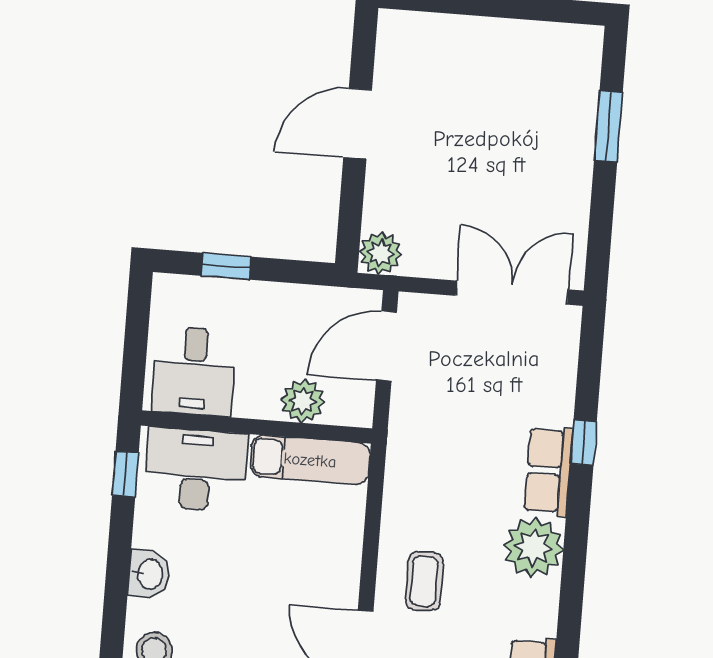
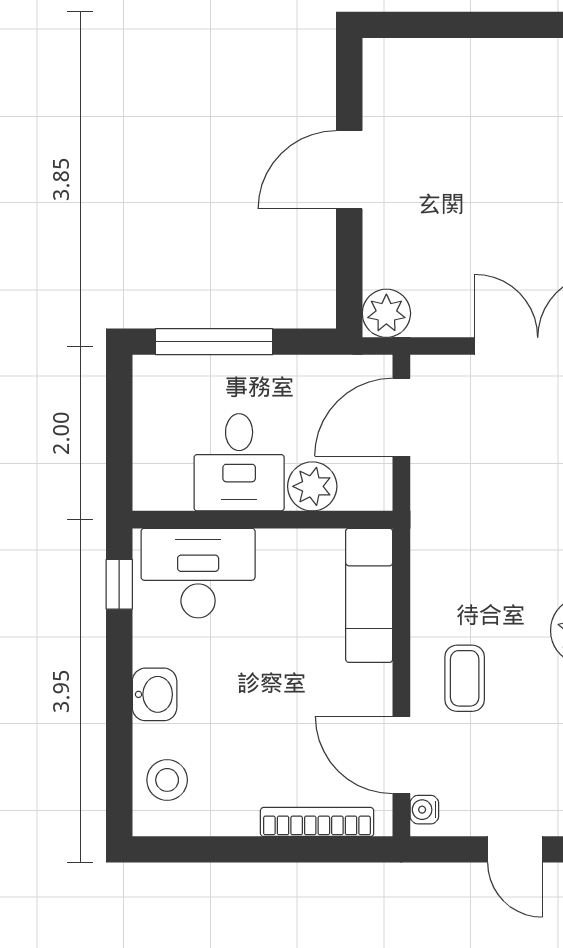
window: (226, 266) -> (214, 342), width x2.17
desk: (194, 371) -> (239, 462), moved
exam couch: (310, 460) -> (369, 595), moved, turned 90

